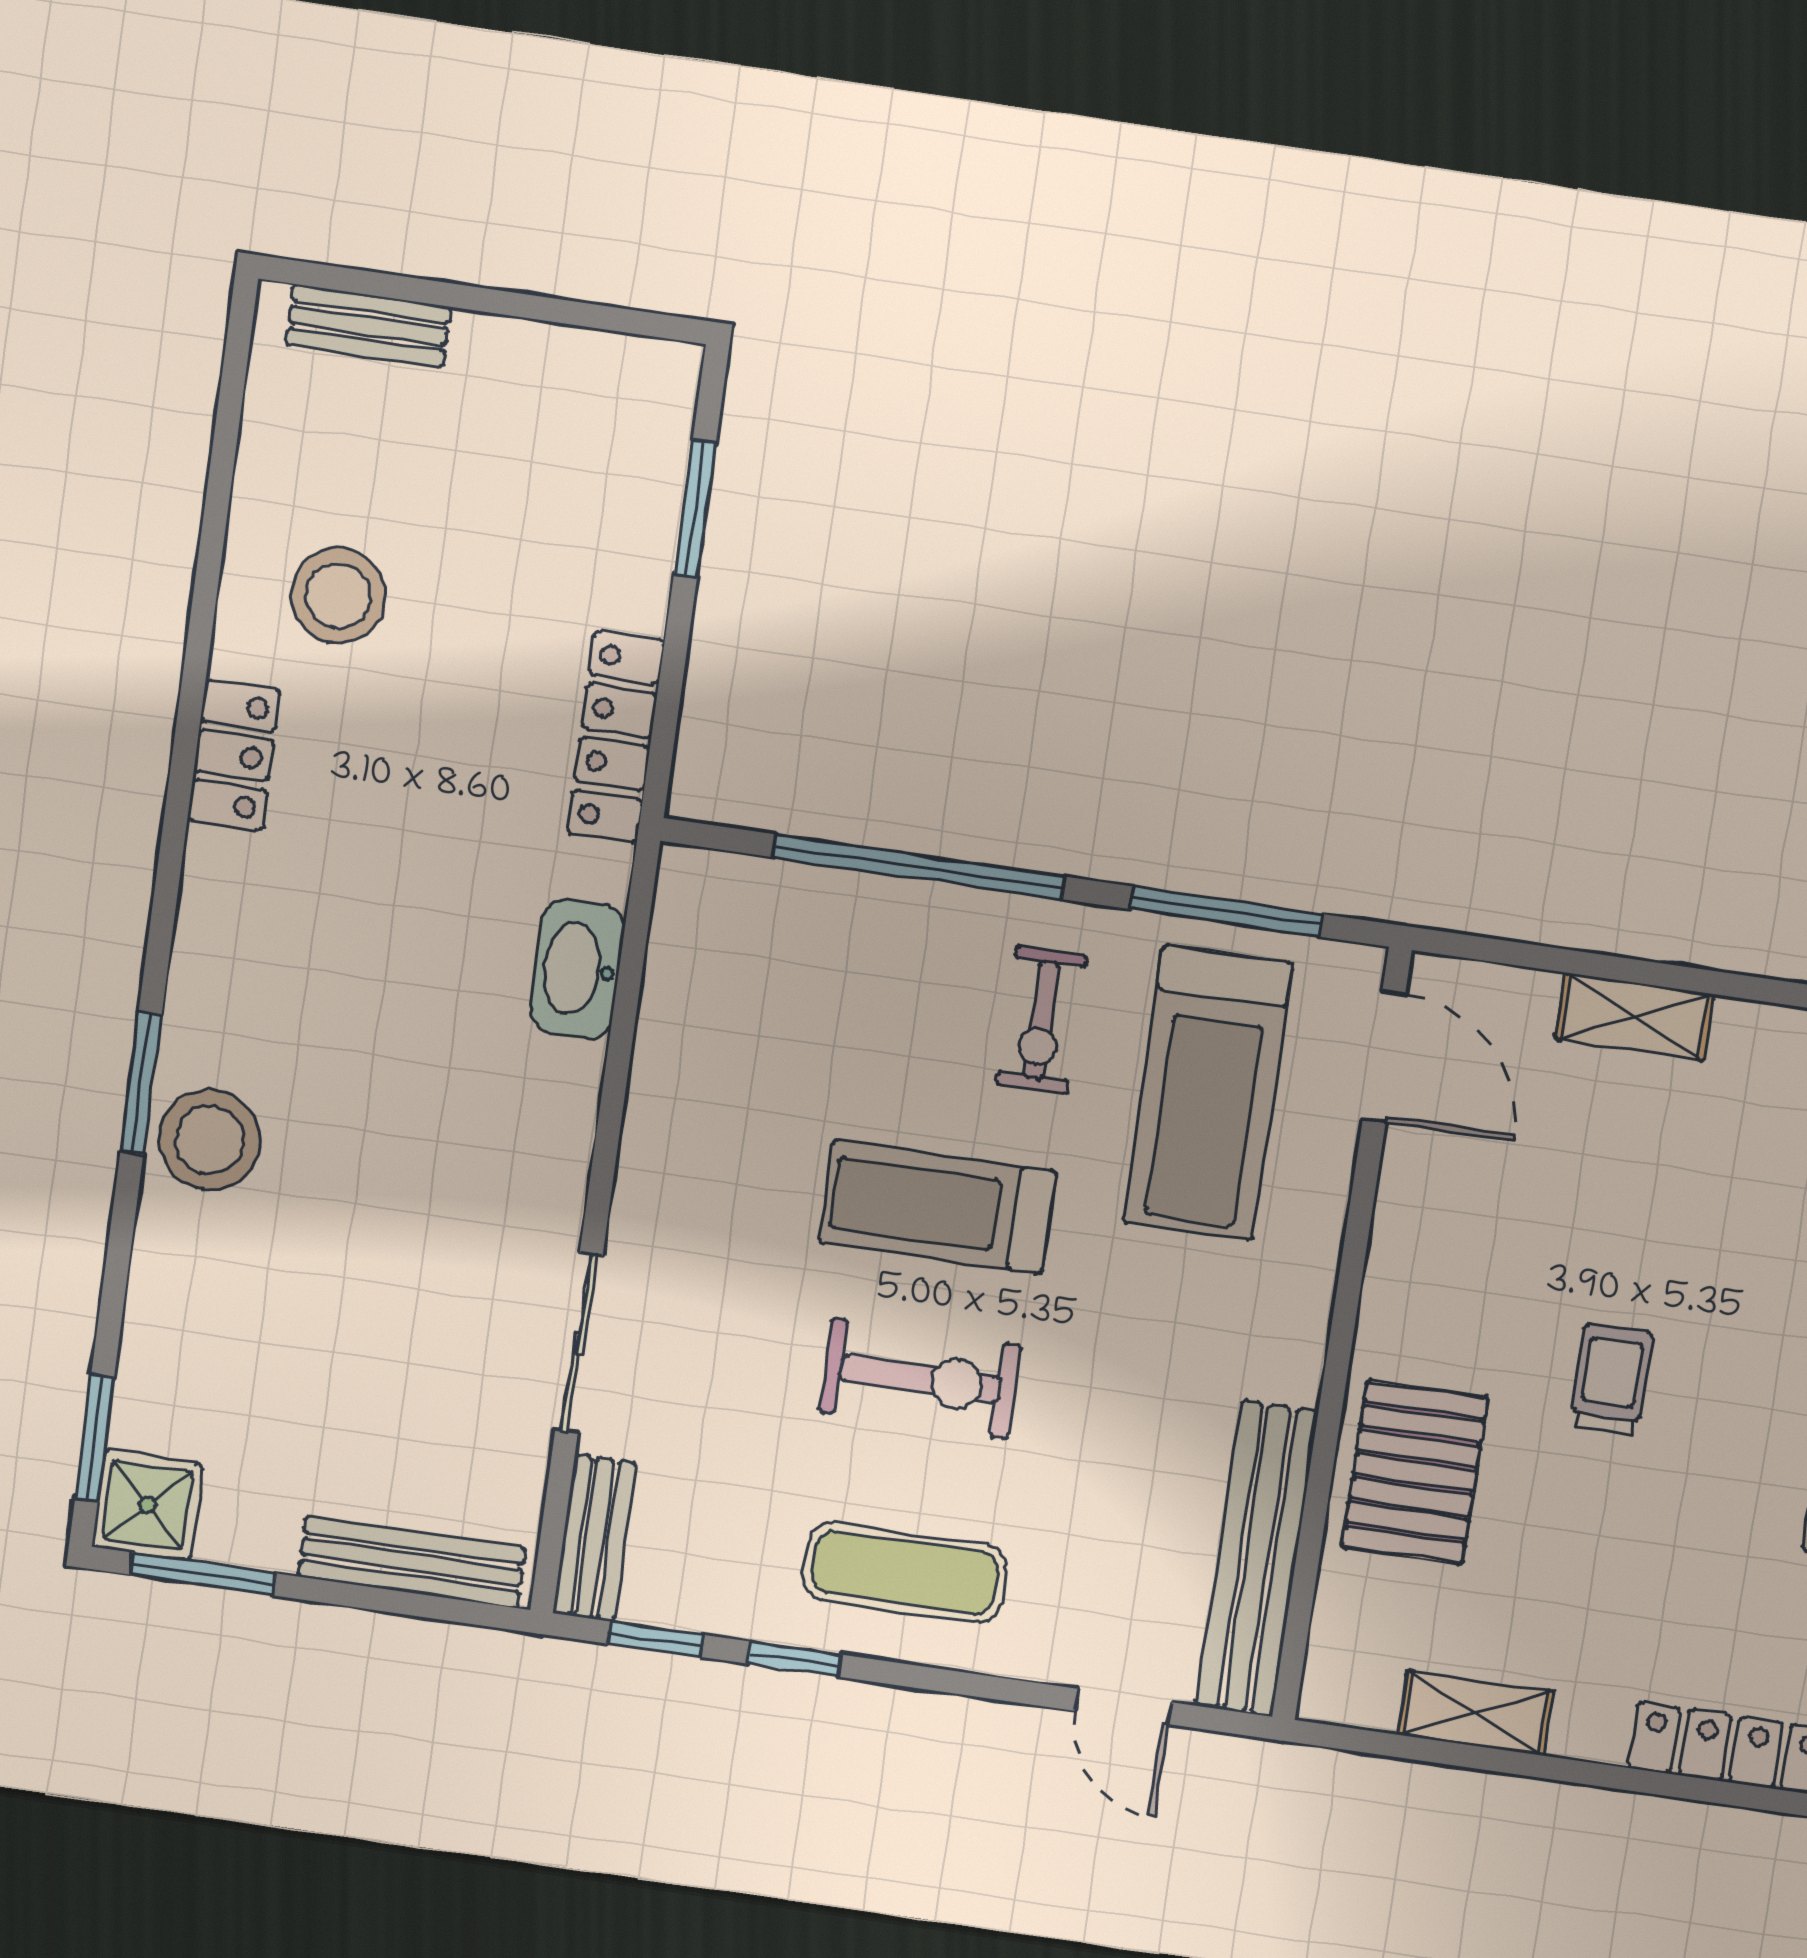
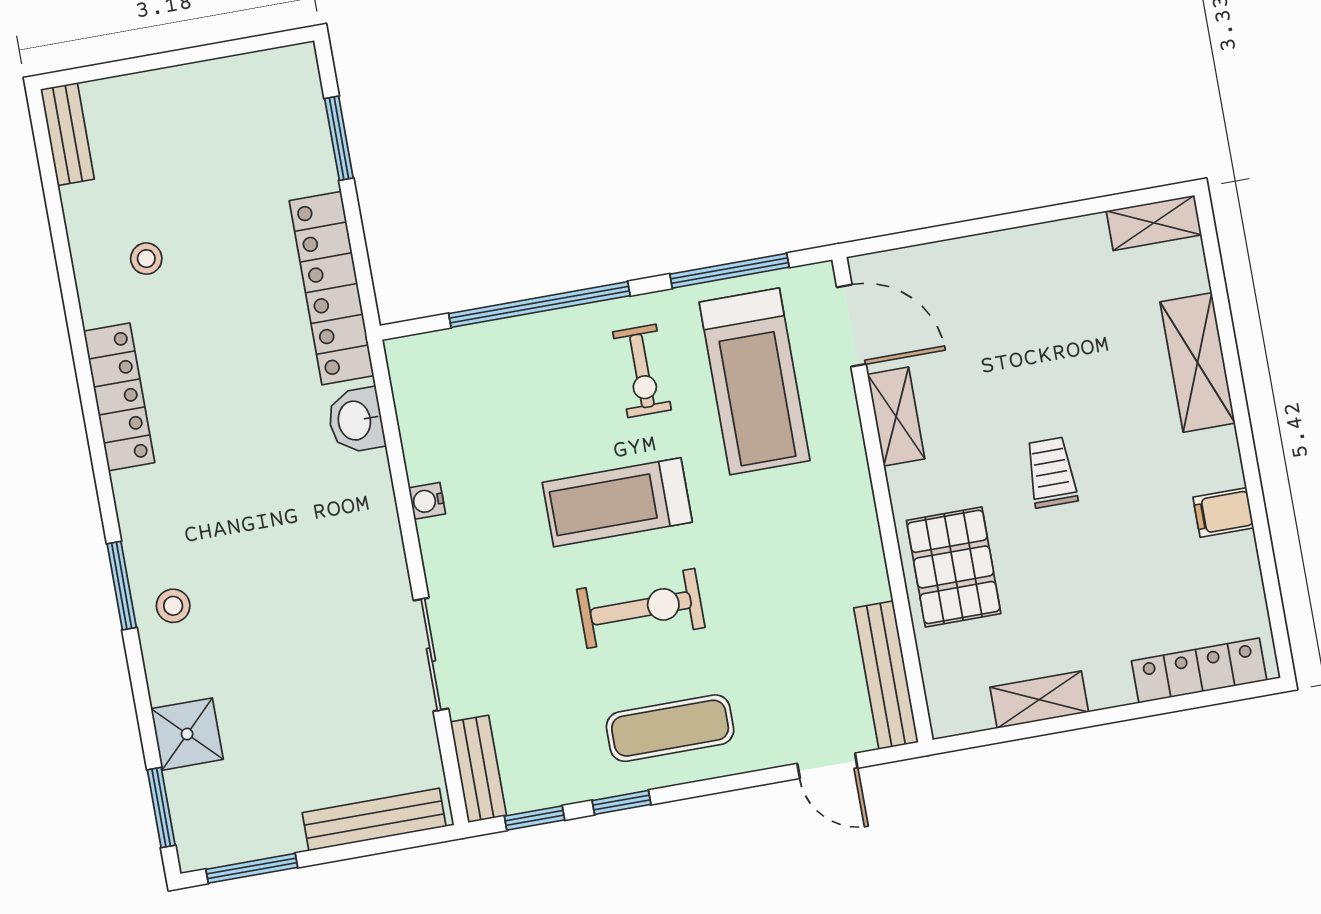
bench: (368, 326) -> (67, 134), moved, turned 90
stool: (338, 596) -> (146, 259), width x0.53, depth x0.53
locker: (616, 737) -> (332, 288), width x1.41, depth x1.21
locker: (234, 755) -> (119, 397), width x1.53
washbasin: (577, 969) -> (356, 420), width x0.72
shelving: (1634, 1017) -> (896, 417), moved, turned 90
water cooler: (649, 1109) -> (427, 501), added
stool: (210, 1140) -> (173, 606), width x0.53, depth x0.53
shower: (147, 1505) -> (187, 734), moved
bench: (1257, 1559) -> (886, 675), width x0.73, depth x0.82

